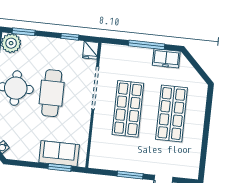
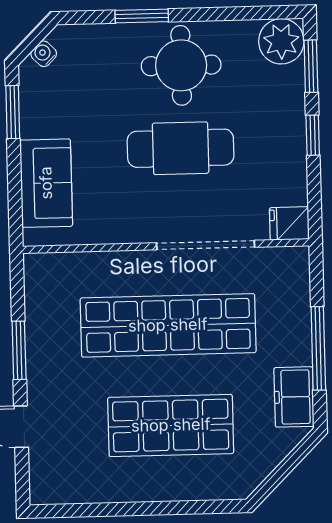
window: (70, 37) -> (313, 135), moved
shop shelf: (128, 109) -> (168, 325), width x1.40
window: (60, 167) -> (13, 112), moved

